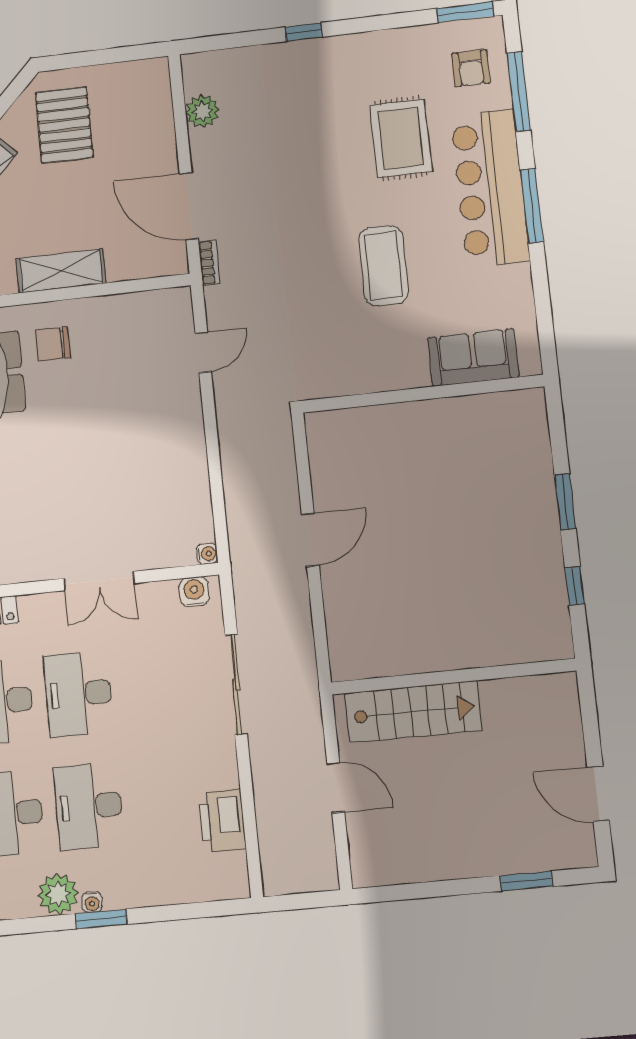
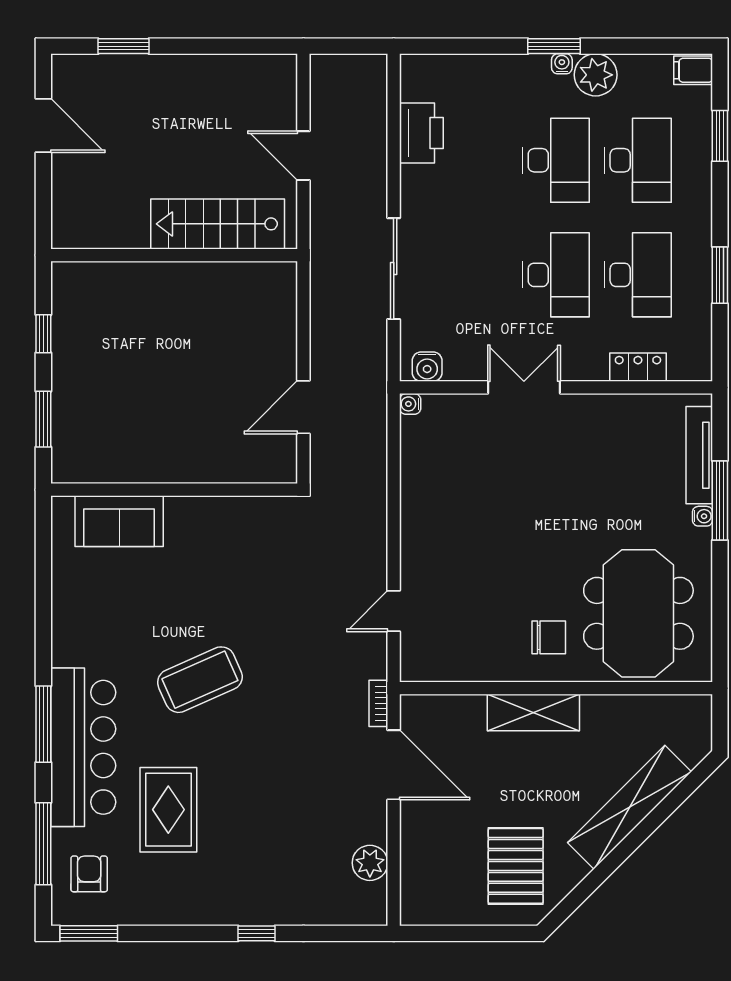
coffee table: (383, 266) -> (200, 680), turned 66
sofa: (473, 357) -> (119, 521), moved
wall: (423, 394) -> (174, 490), moved

